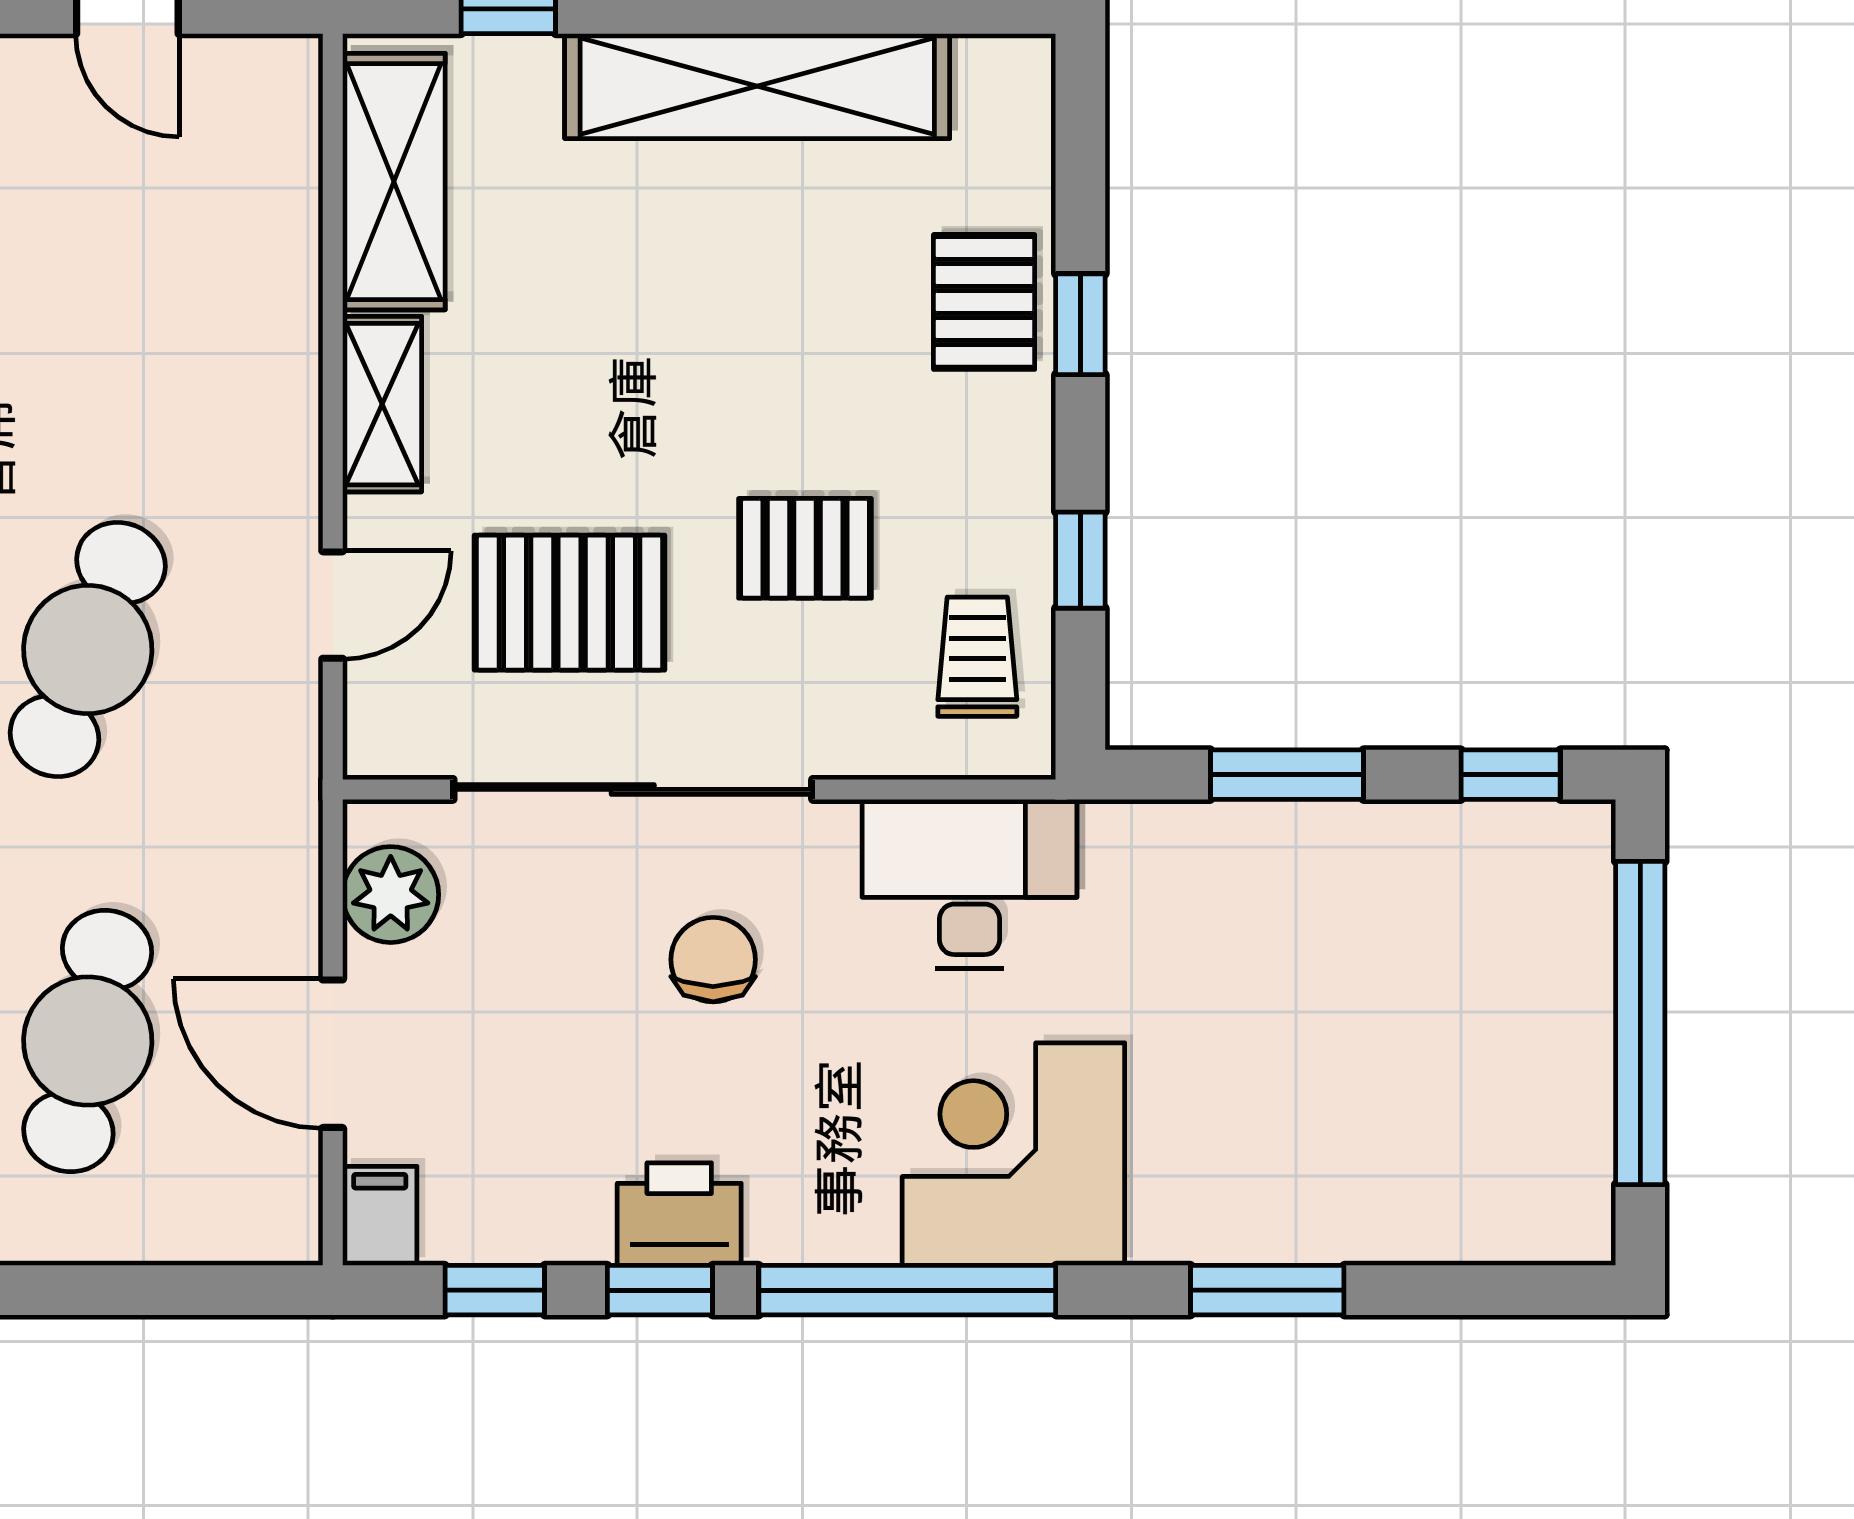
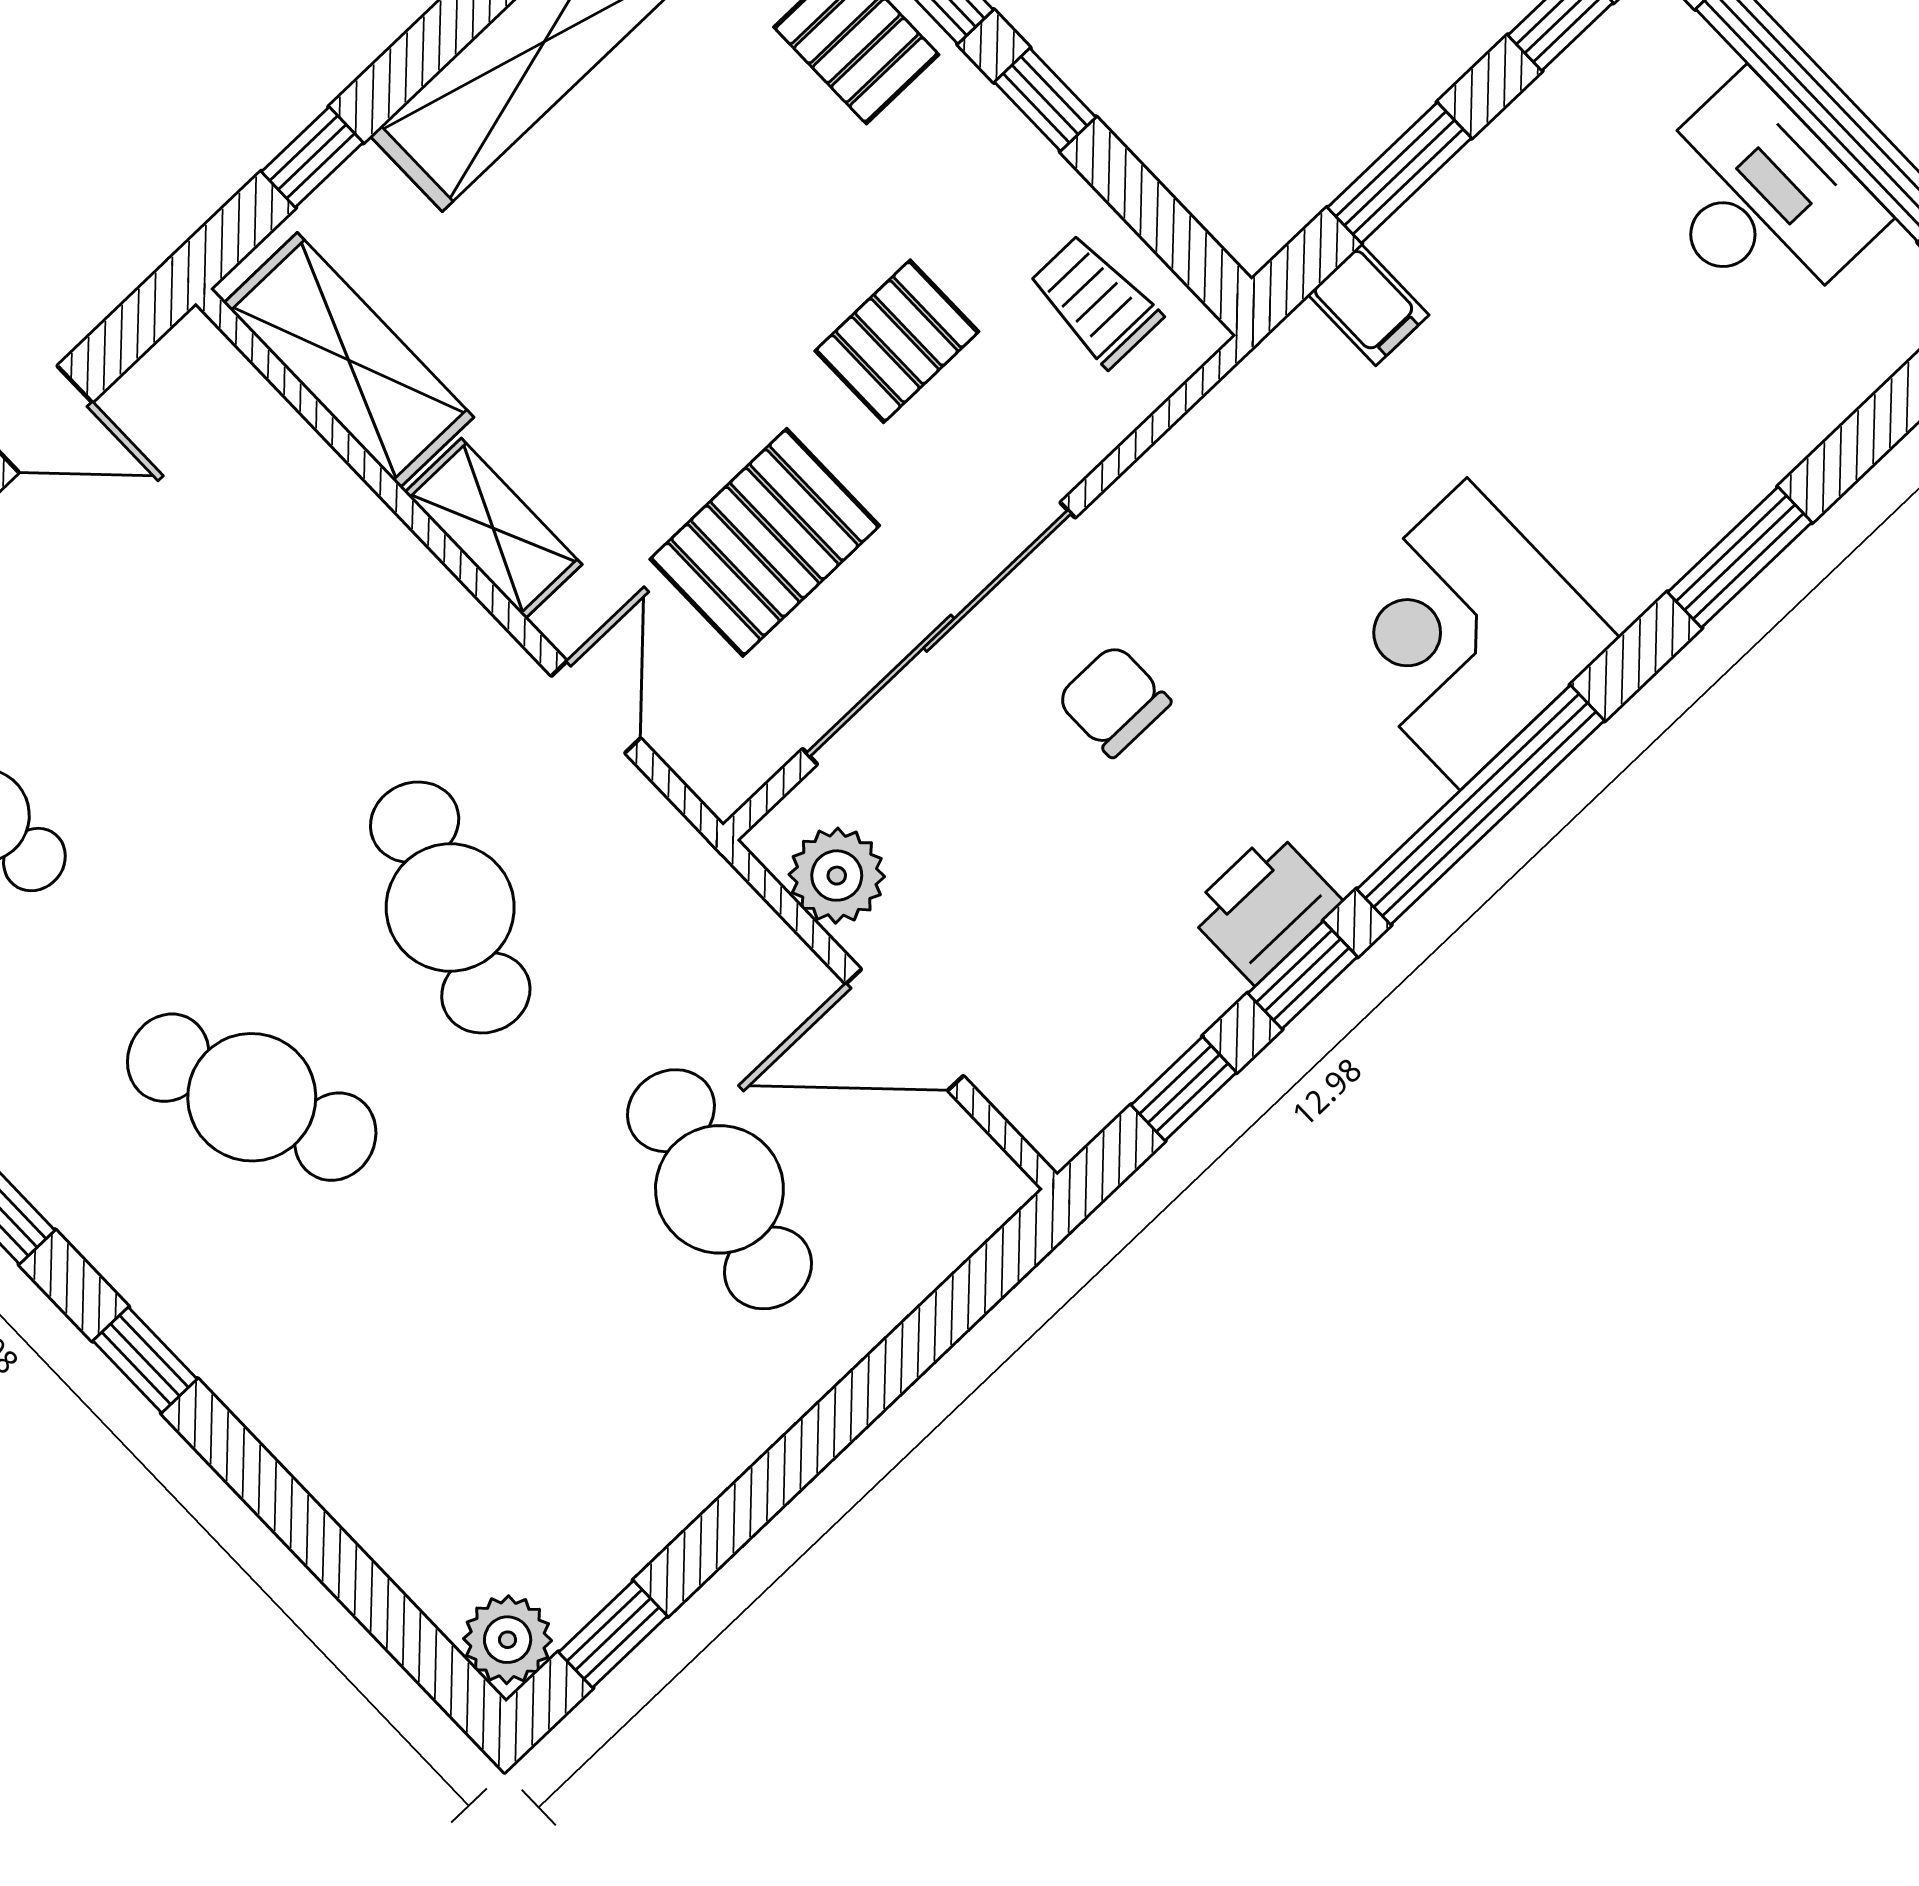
window: (1080, 560) -> (1045, 100), moved
desk: (969, 884) -> (1761, 199), moved, turned 90
filing cabinet: (380, 1216) -> (1368, 305), moved, turned 180

